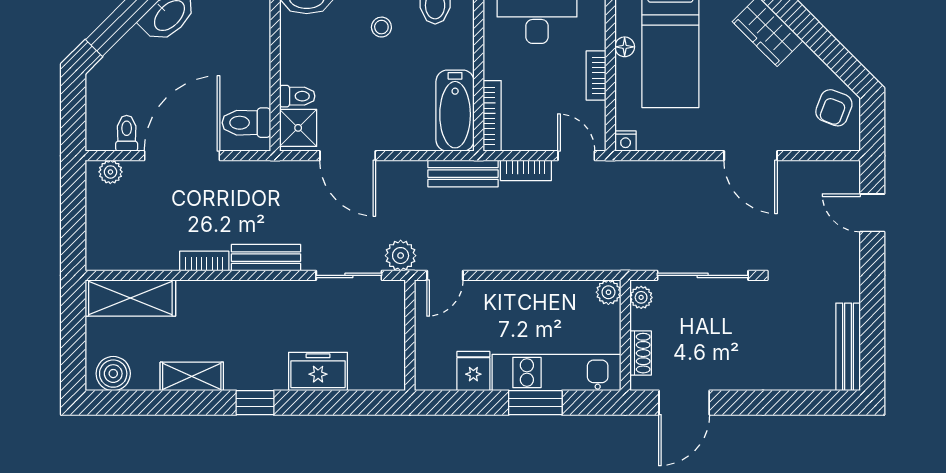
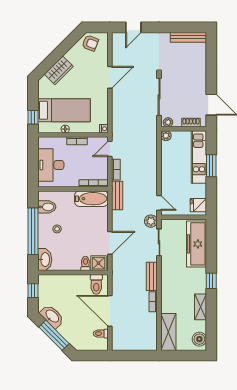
plant: (110, 172) -> (117, 340), removed
freezer: (318, 371) -> (196, 244), width x1.91, depth x1.26
fridge: (473, 371) -> (198, 205), moved

